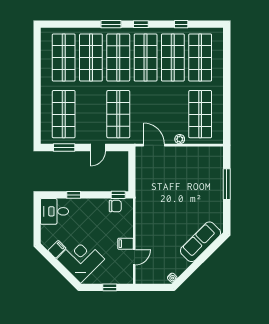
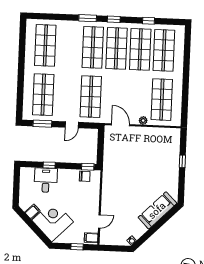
shop shelf: (91, 57) -> (69, 46), removed
window: (227, 184) -> (182, 161), width x0.46
desk: (55, 211) -> (46, 180), moved, turned 90
filing cabinet: (126, 244) -> (91, 238), moved

